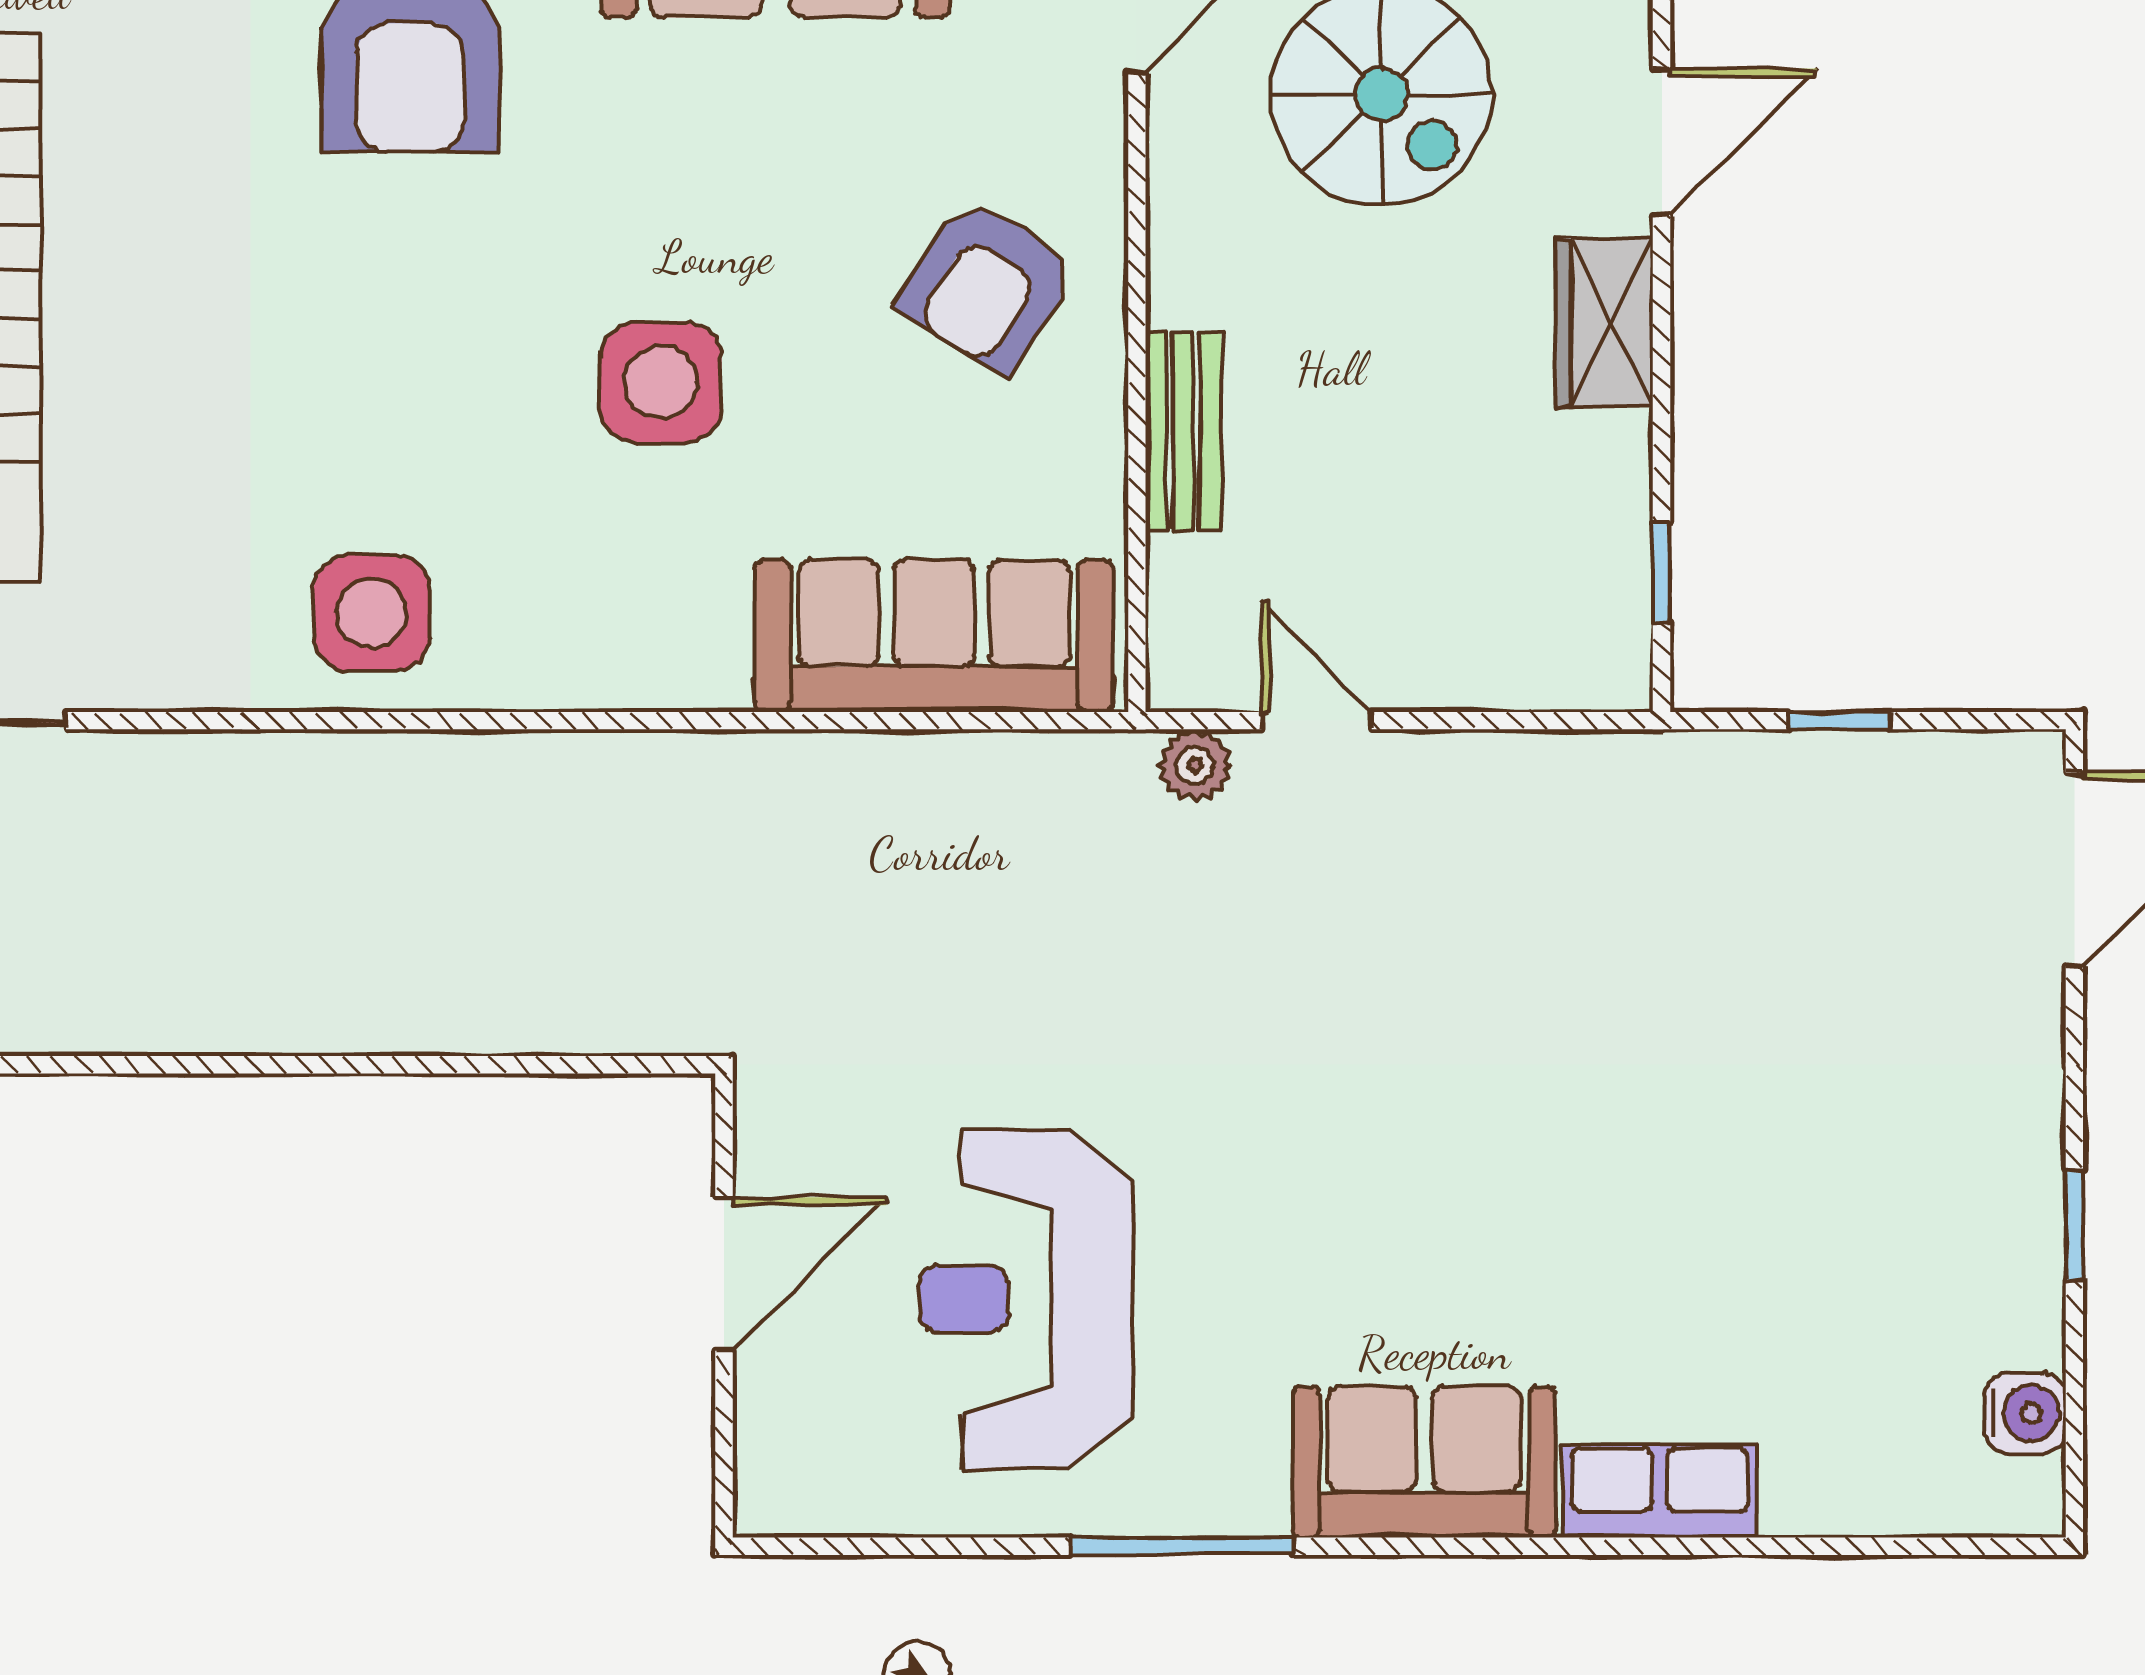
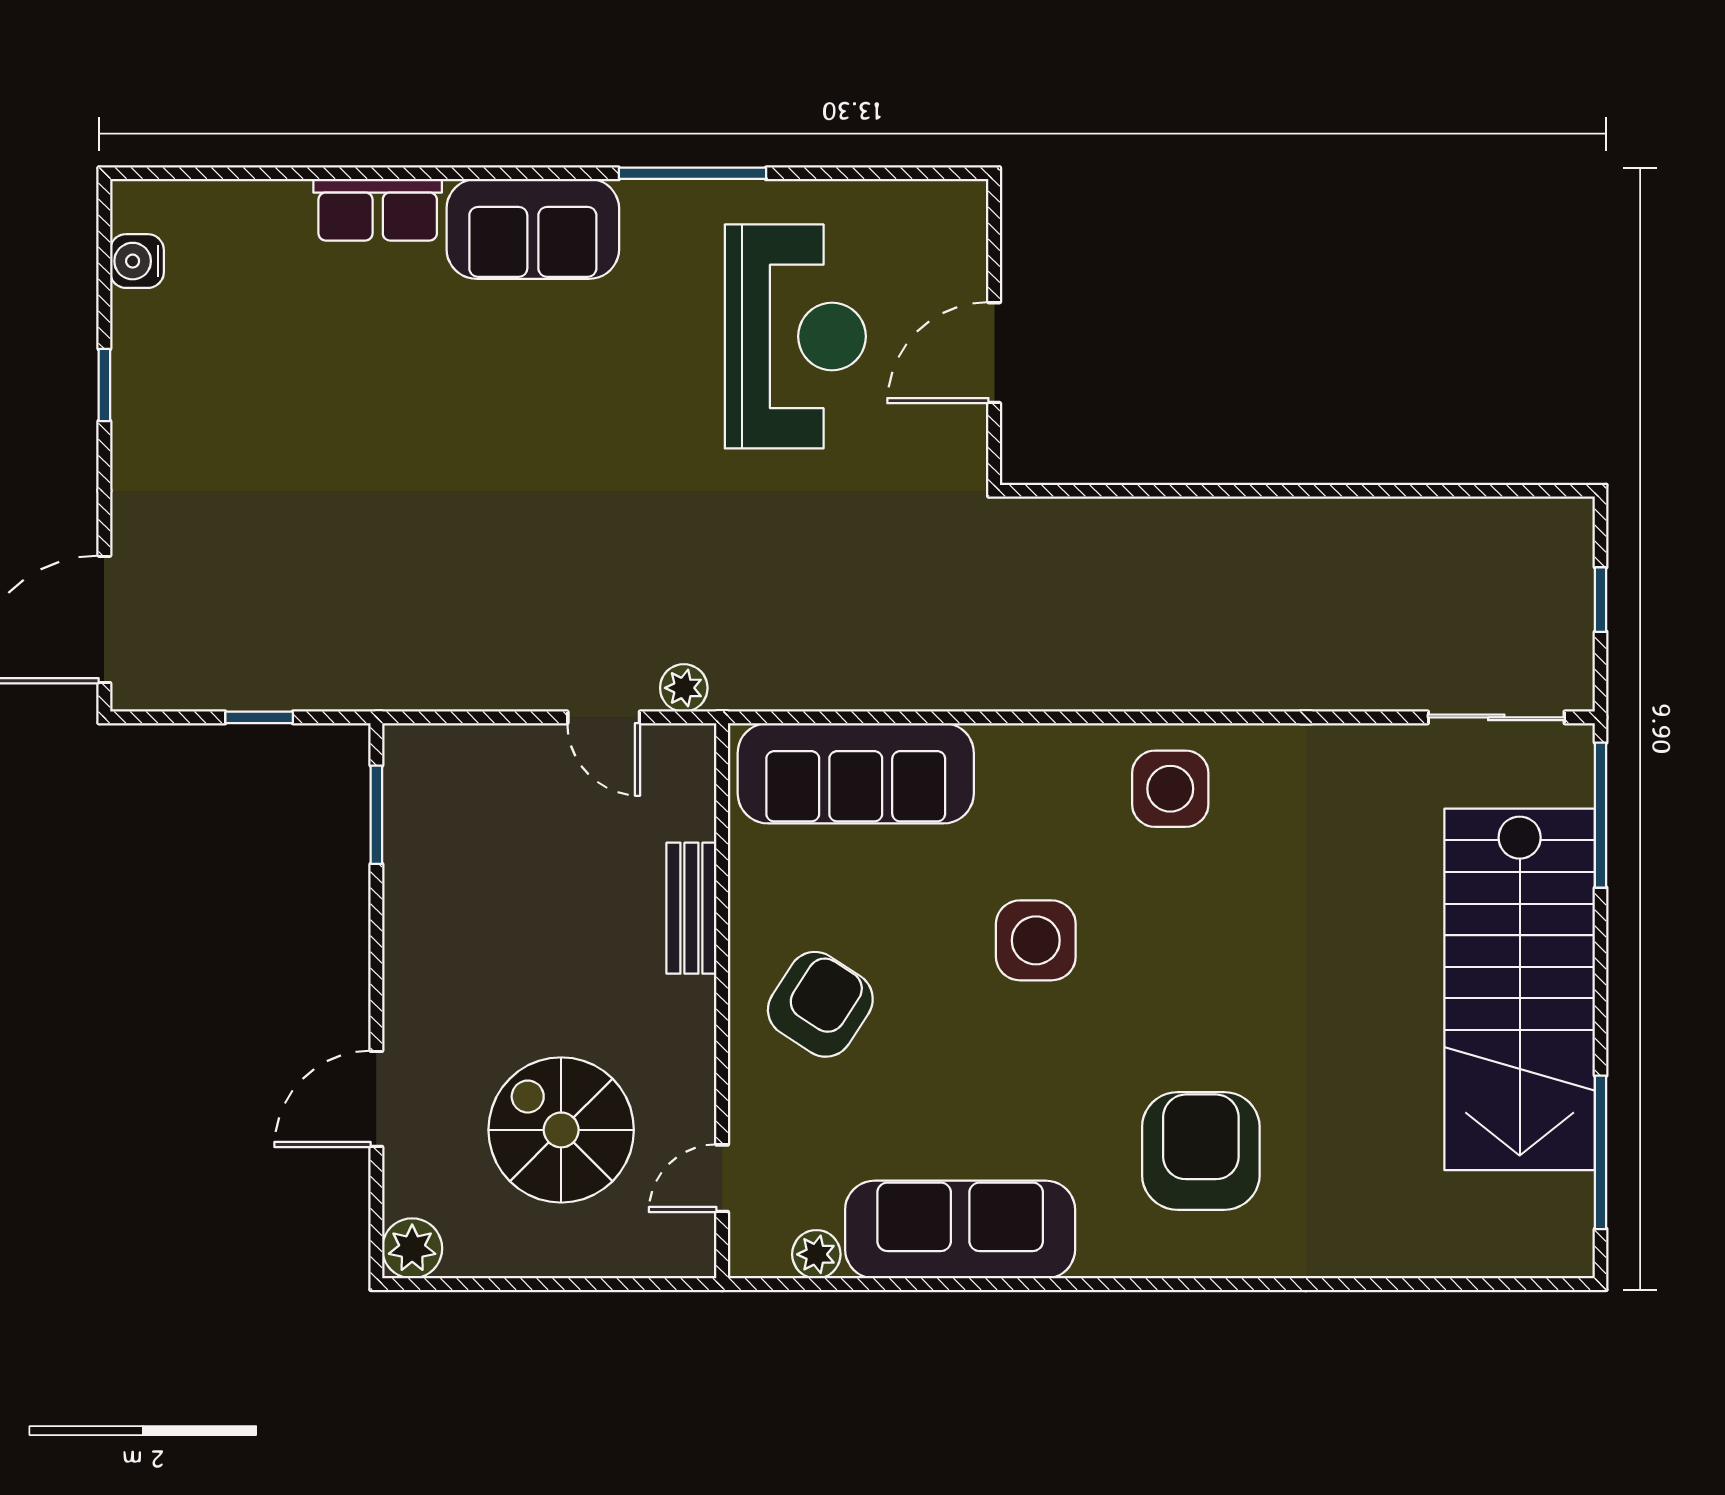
wardrobe: (1604, 322) -> (414, 980), removed
window: (1662, 573) -> (376, 815), width x1.50
side table: (372, 613) -> (1170, 789), moved

